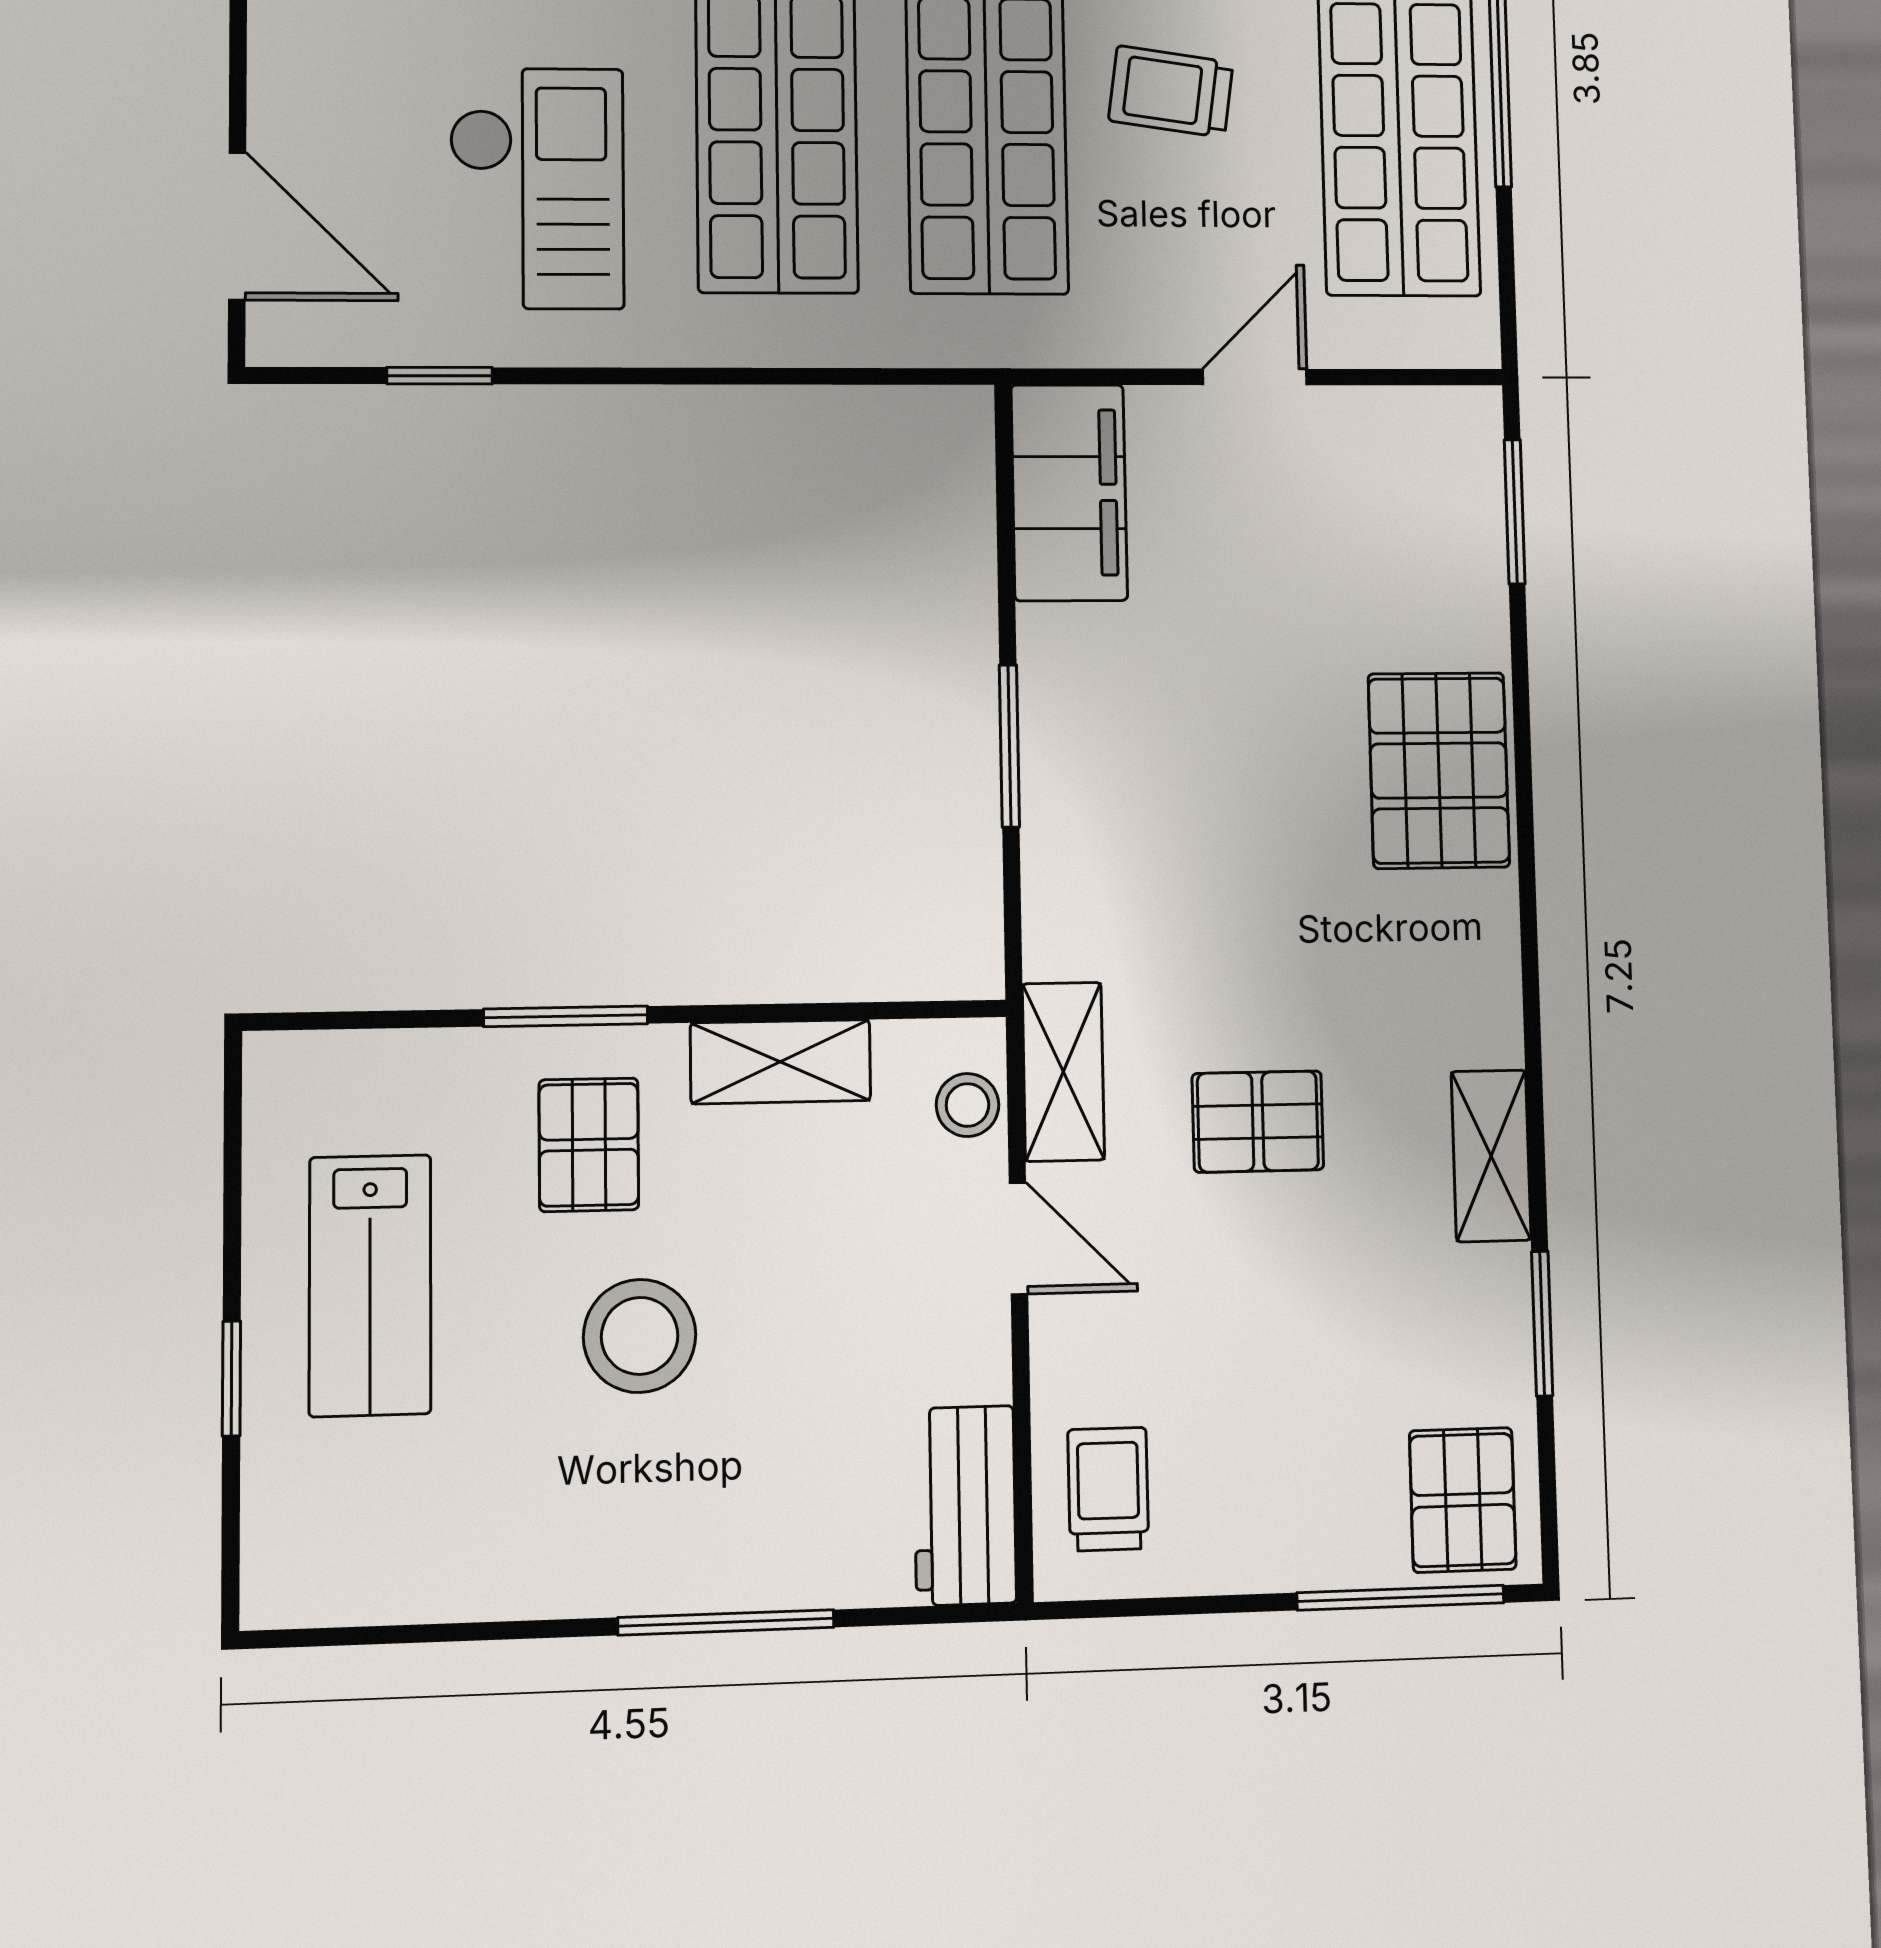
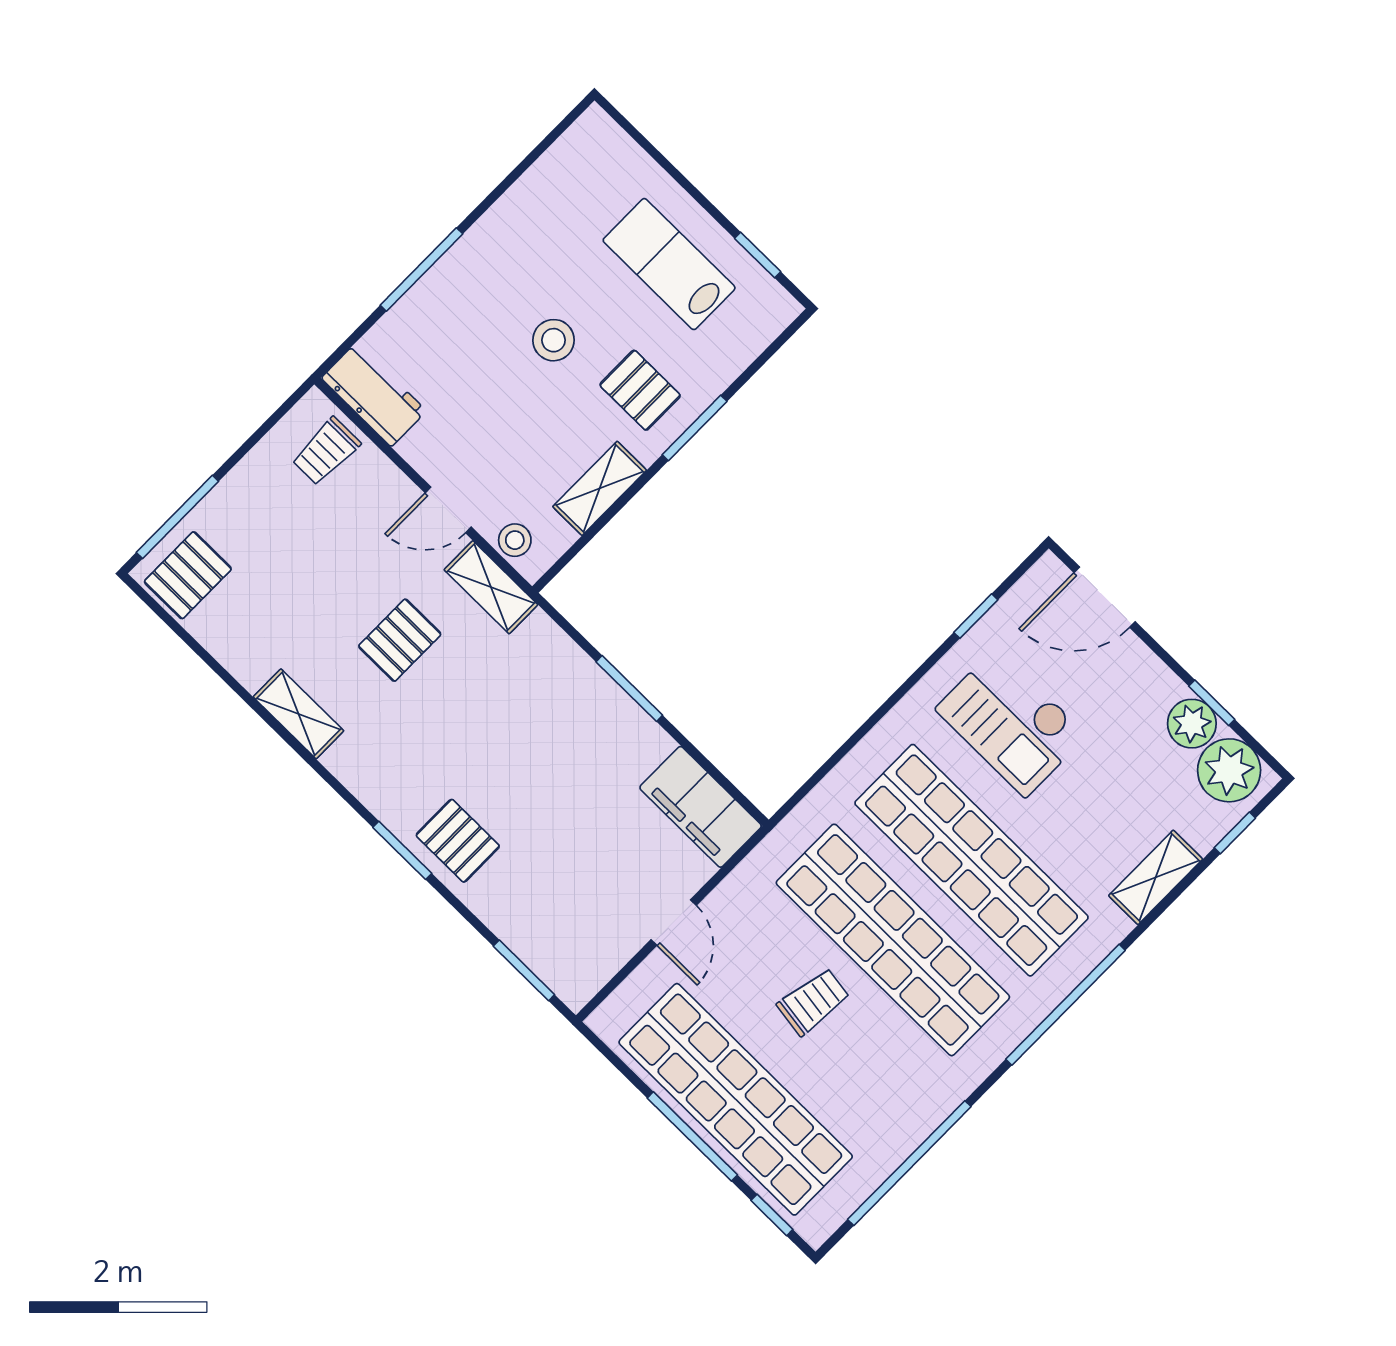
pallet: (1439, 770) -> (458, 841), width x0.67, depth x0.71
window: (1542, 1324) -> (402, 850), moved
stool: (640, 1336) -> (554, 340), width x0.73, depth x0.73
window: (231, 1379) -> (758, 255), moved
trolley: (1108, 1489) -> (326, 451), turned 90
pallet: (1463, 1500) -> (188, 575), turned 90

